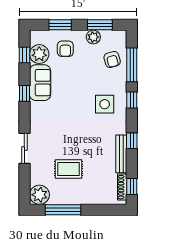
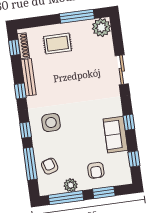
window: (100, 25) -> (66, 198), width x1.44
armchair: (65, 49) -> (96, 170), turned 180
plant: (39, 54) -> (120, 162), removed
rug: (68, 169) -> (57, 44), moved

